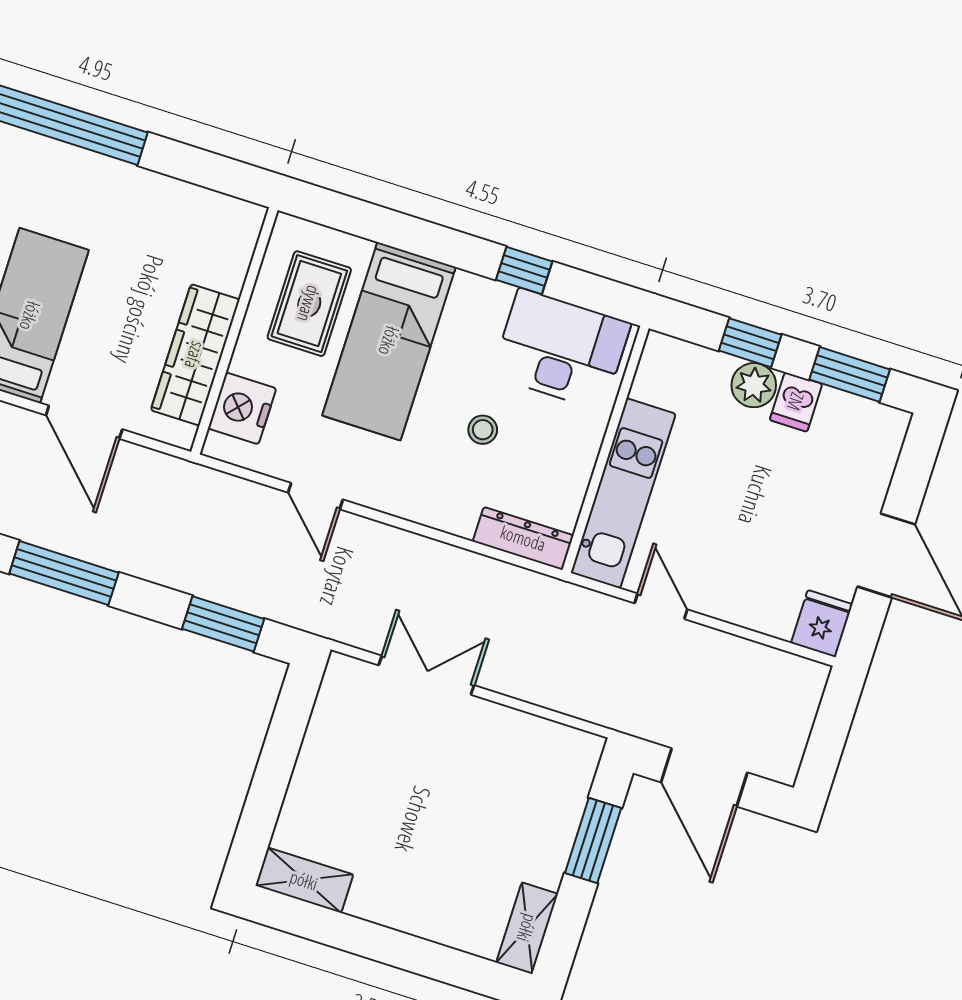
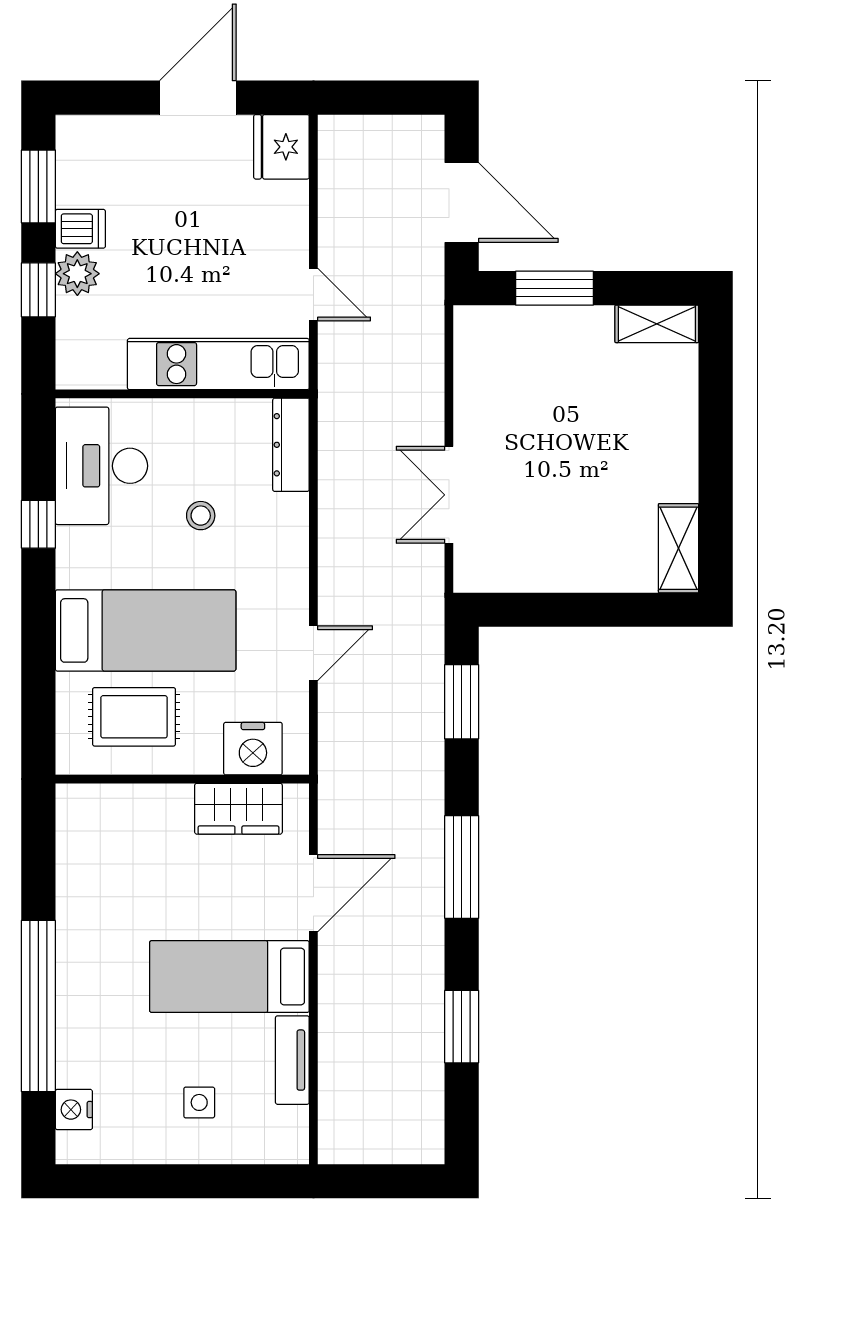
wardrobe: (195, 355) -> (238, 809), width x0.67
door: (661, 606) -> (313, 295), swing flipped
fridge: (822, 624) -> (281, 147), width x1.38
door: (704, 777) -> (462, 202), hinge flipped

